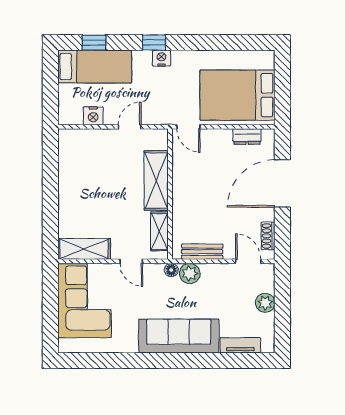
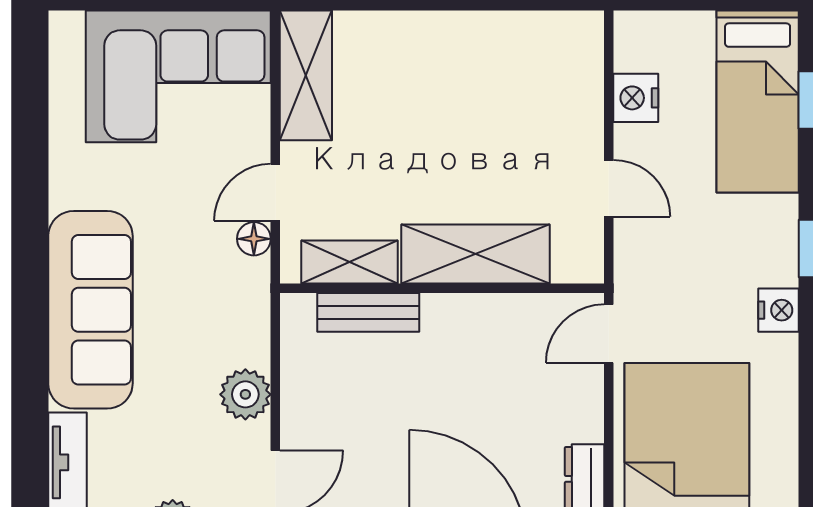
nightstand: (161, 58) -> (778, 310), moved
bench: (202, 252) -> (368, 312), moved, turned 90
floor lamp: (171, 270) -> (254, 239), moved
plant: (190, 273) -> (245, 394), moved

